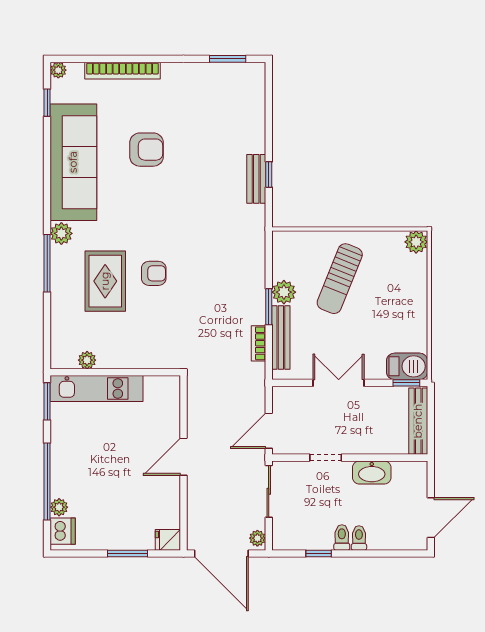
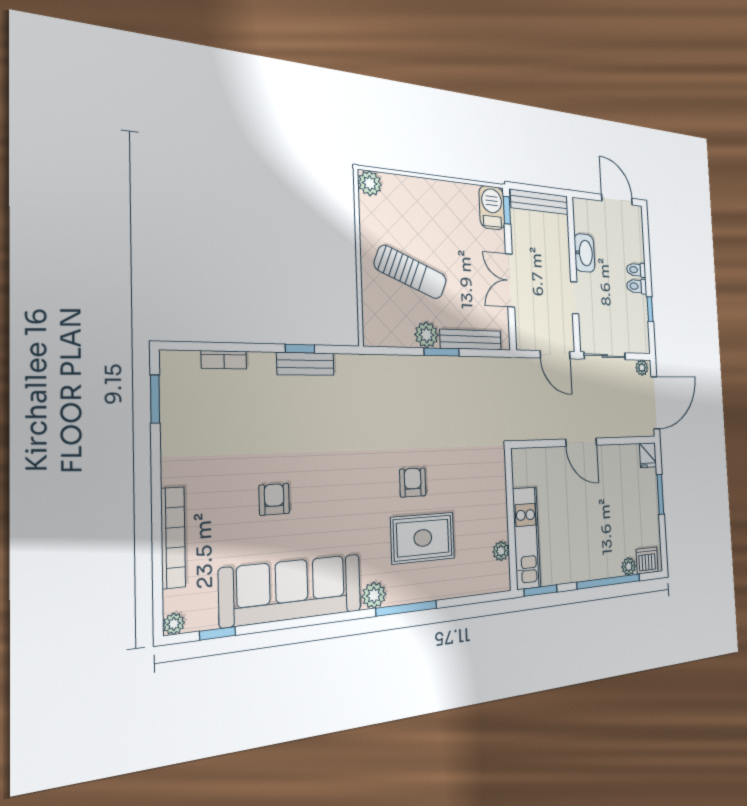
armchair: (147, 150) -> (274, 499), width x0.72, depth x0.72
bookcase: (258, 343) -> (224, 360), moved

